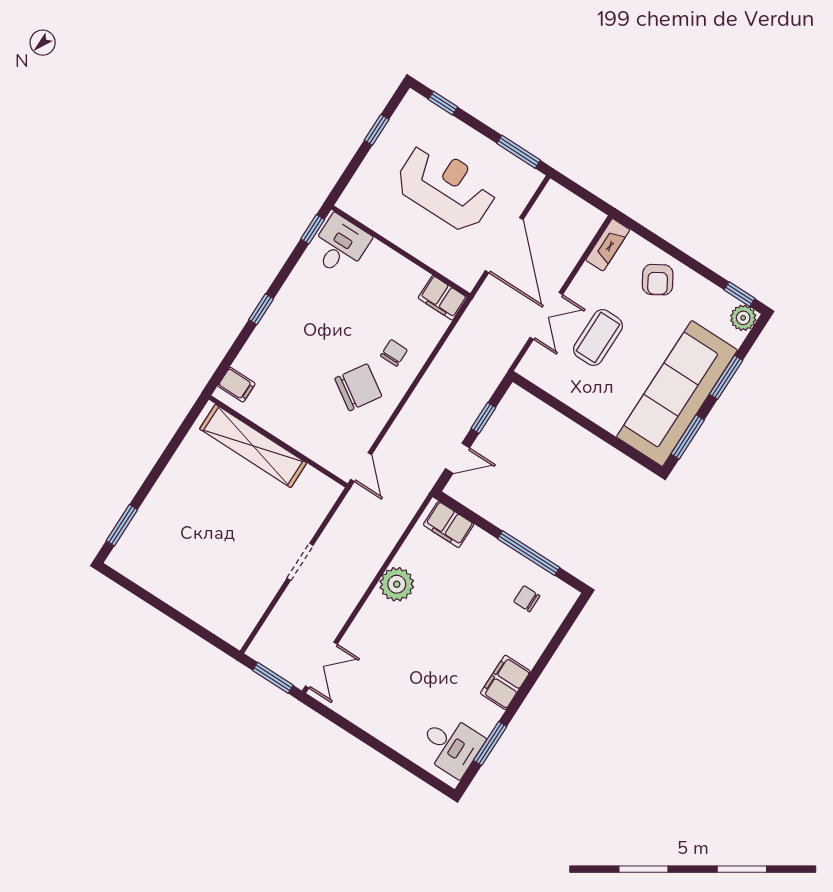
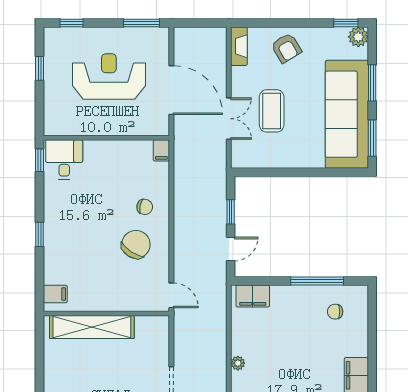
filing cabinet: (443, 298) -> (161, 150), width x0.50
chair: (394, 353) -> (145, 207), turned 101
plant: (397, 584) -> (238, 363), width x0.53, depth x0.53

